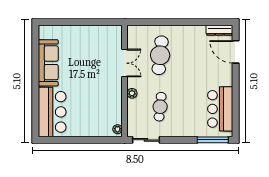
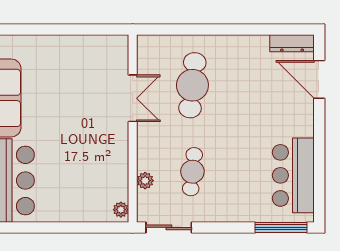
plant: (132, 93) -> (145, 181), moved

